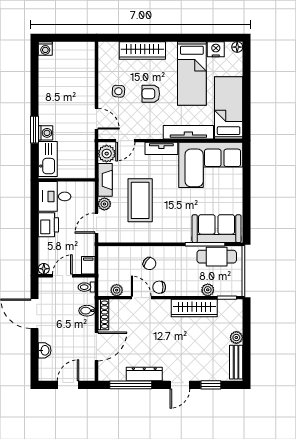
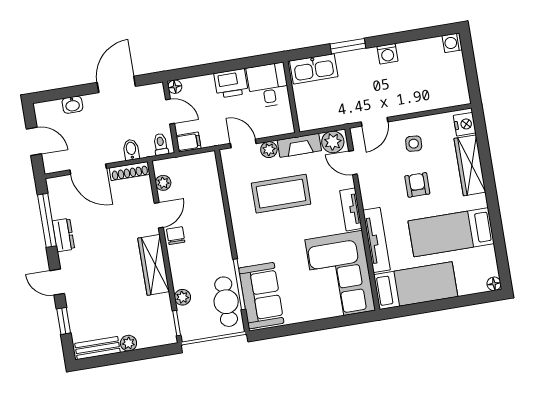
nightstand: (216, 49) -> (465, 124), moved
washing machine: (46, 133) -> (387, 54), moved
chair: (149, 264) -> (203, 219), removed
wardrobe: (194, 308) -> (154, 265), moved
dresser: (144, 374) -> (63, 235), width x0.70

